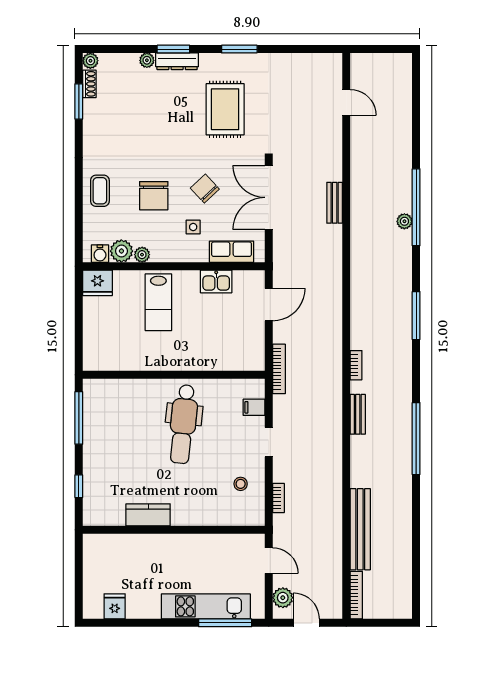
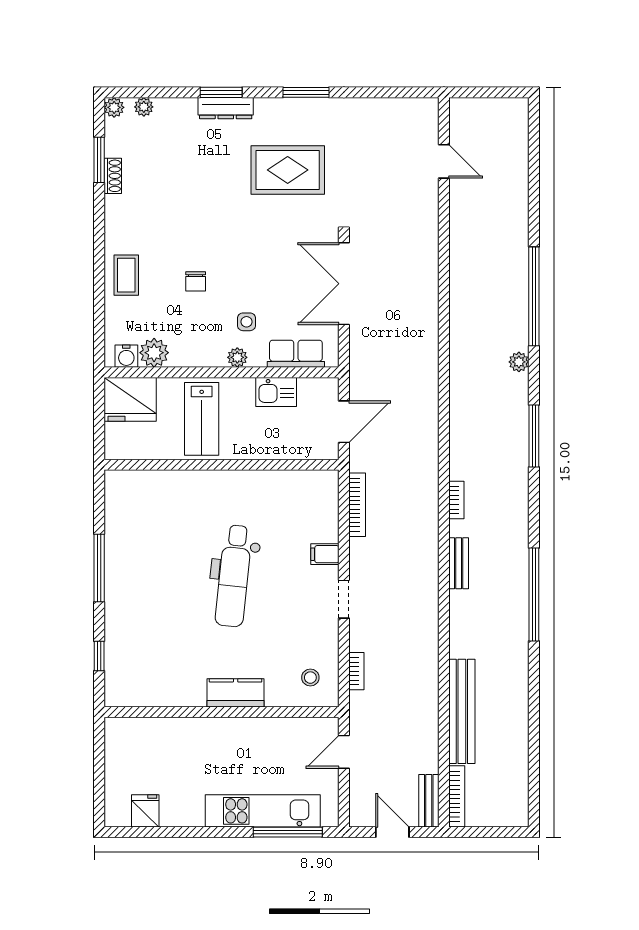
plant: (147, 60) -> (144, 107), moved
shoe rack: (89, 84) -> (113, 176), moved
rug: (225, 109) -> (288, 170), turned 90
chair: (205, 189) -> (262, 272), removed
chair: (154, 196) -> (196, 281), width x0.54, depth x0.54
bench: (335, 203) -> (429, 801), moved
plant: (404, 221) -> (519, 362), moved
plant: (142, 255) -> (237, 357), moved
fridge: (97, 283) -> (130, 399), width x1.36, depth x1.34
wall: (174, 375) -> (221, 465), moved
stool: (241, 484) -> (310, 678), moved
kitchen counter: (148, 515) -> (236, 693), moved
door: (269, 561) -> (344, 752), swing flipped
plant: (283, 598) -> (362, 800), removed

